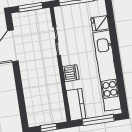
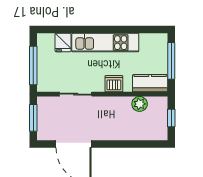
kitchen unit: (107, 71) -> (105, 43), width x0.73
plant: (57, 98) -> (140, 104), added

